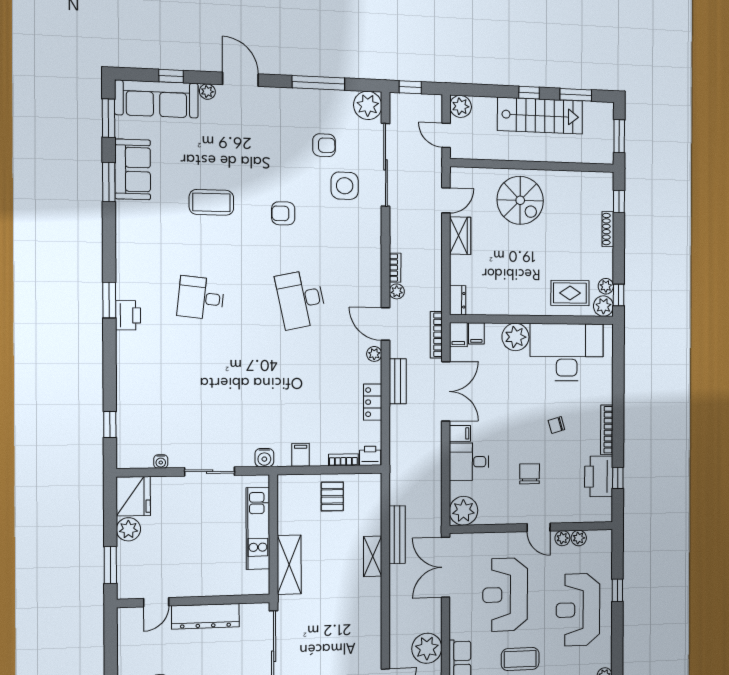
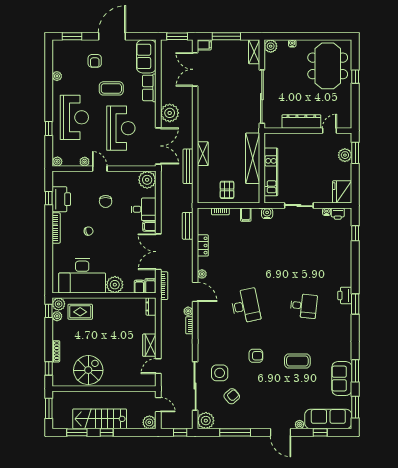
armchair: (324, 145) -> (232, 396), turned 139
spiral stairs: (520, 200) -> (88, 370), moved, turned 90
bench: (398, 381) -> (188, 226), moved
printer: (370, 456) -> (338, 214), moved
plant: (128, 529) -> (345, 155), moved
plant: (579, 538) -> (57, 162), moved
shelving: (289, 565) -> (253, 158), width x1.47
plant: (427, 648) -> (170, 113), moved

